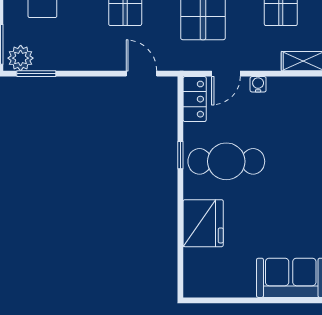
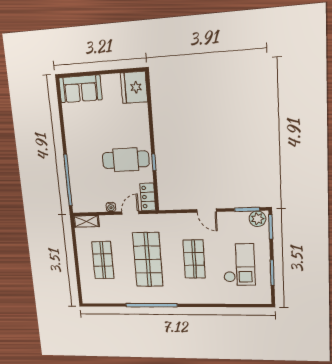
door: (141, 74) -> (207, 211), moved
fridge: (203, 223) -> (134, 87), moved

